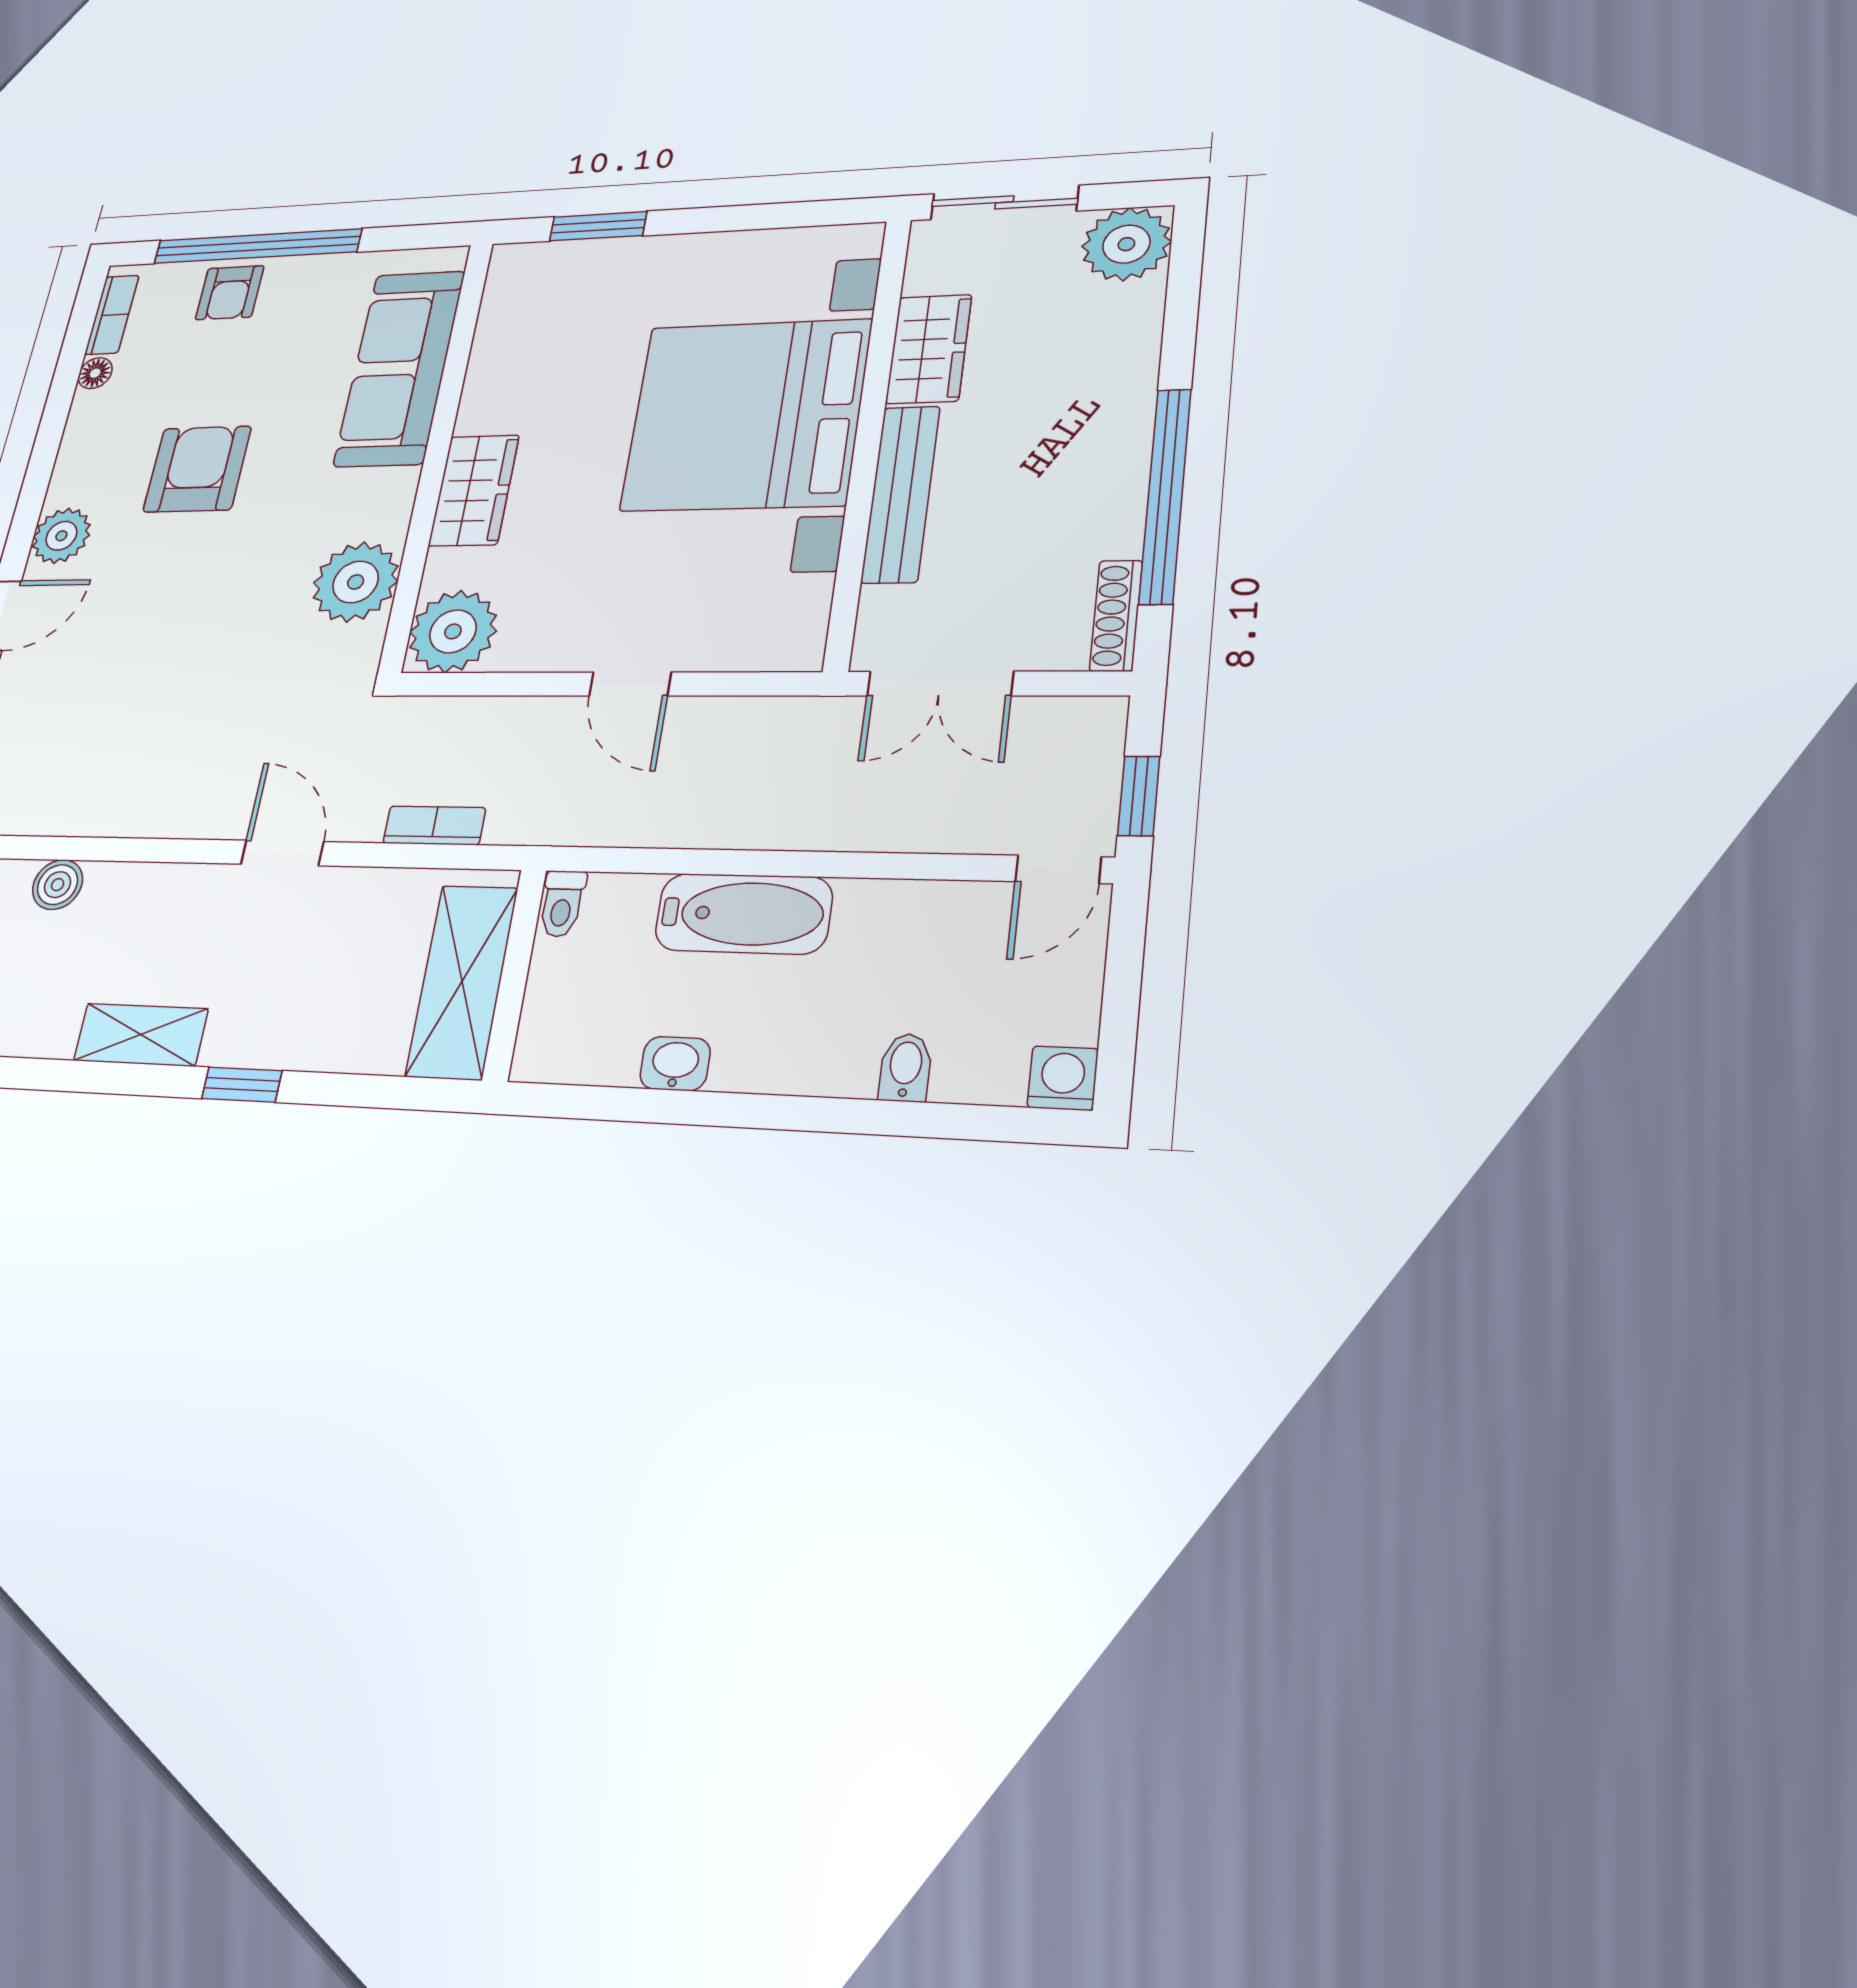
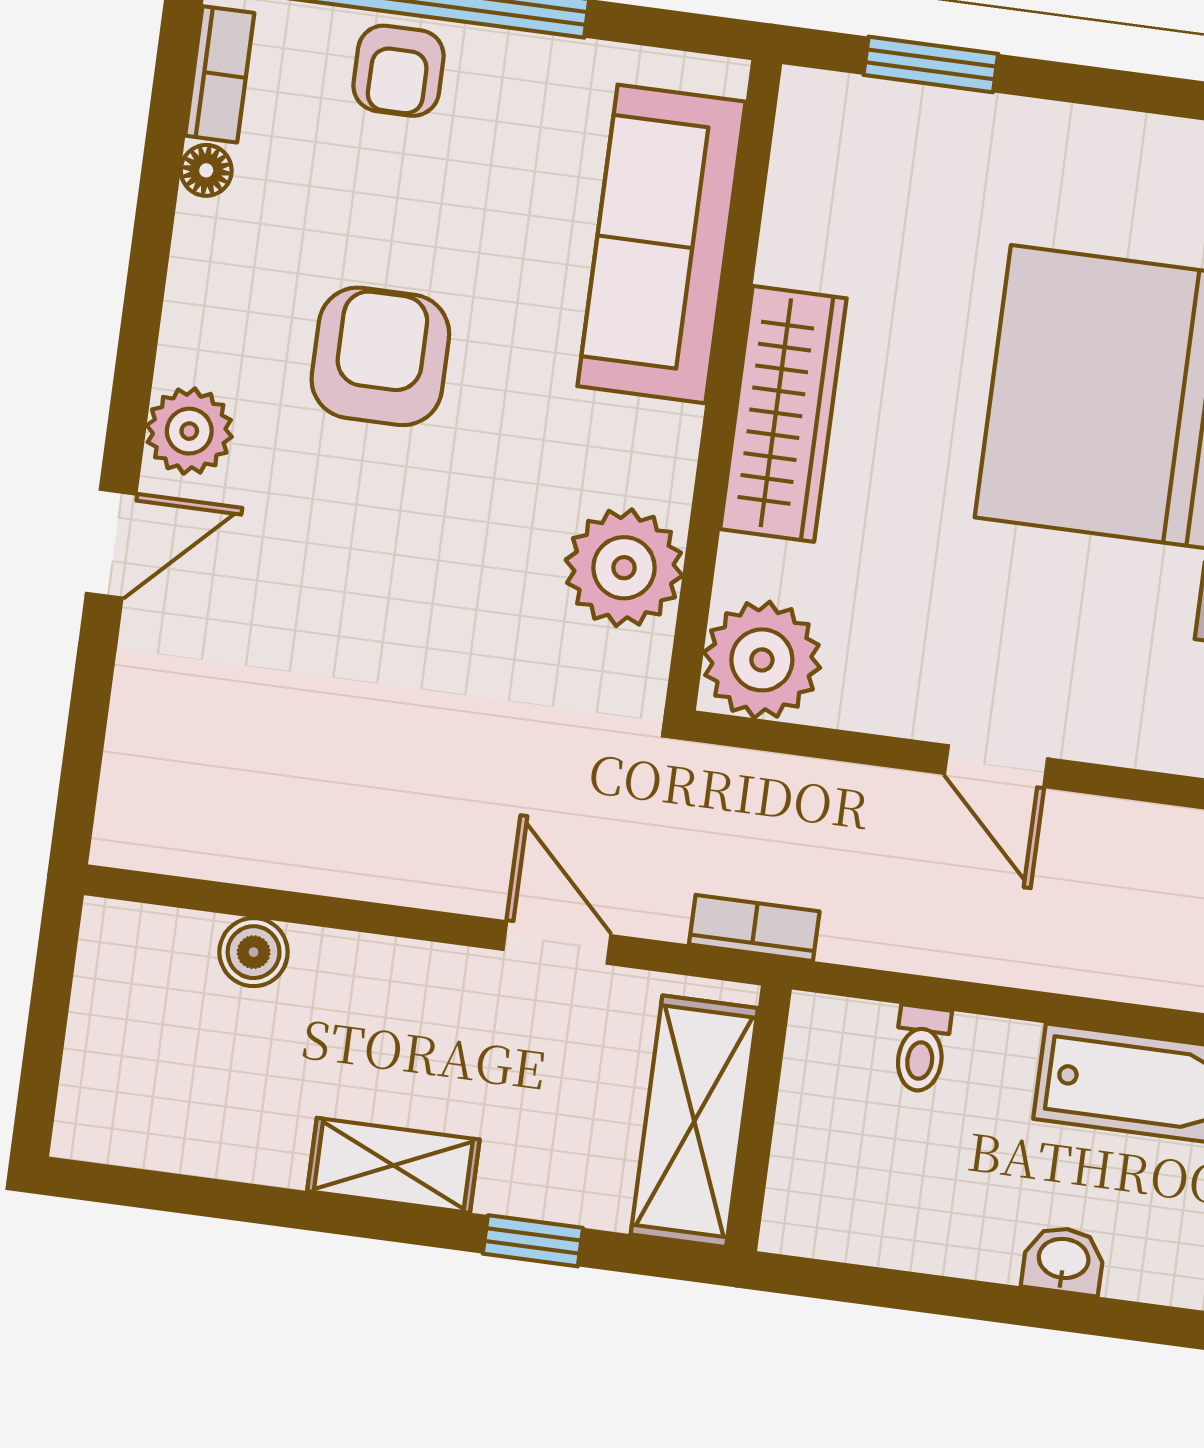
wardrobe: (474, 490) -> (783, 414), width x1.50
wall: (515, 974) -> (759, 1118), moved
shelving: (462, 981) -> (694, 1121), moved

